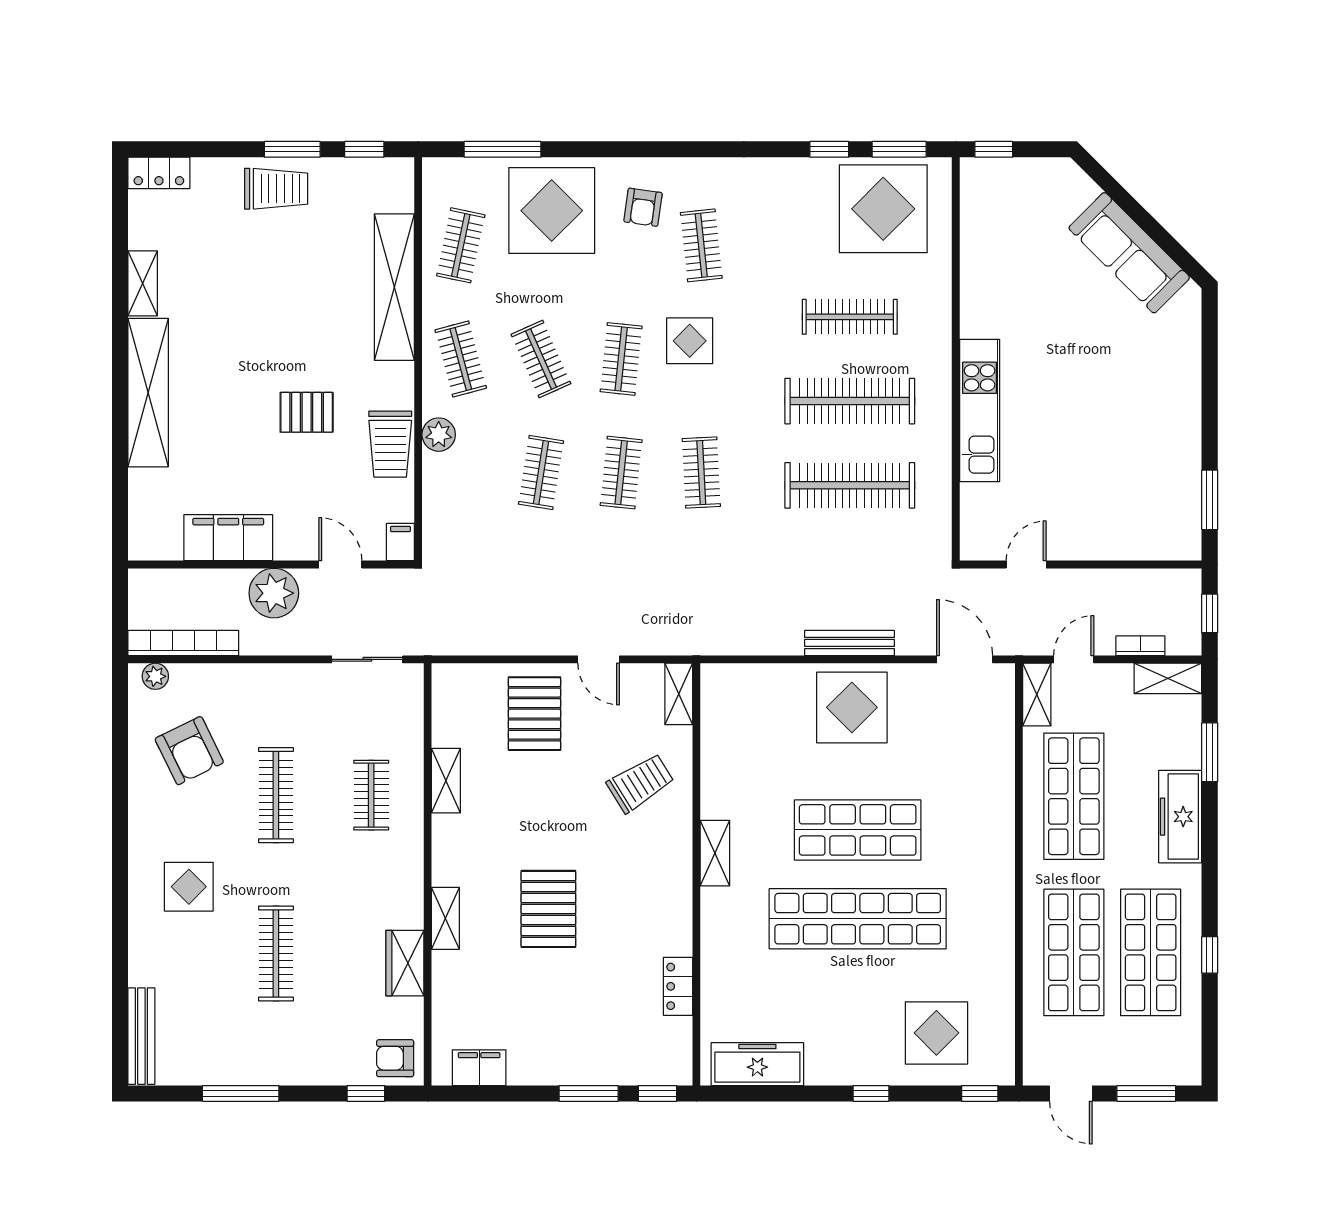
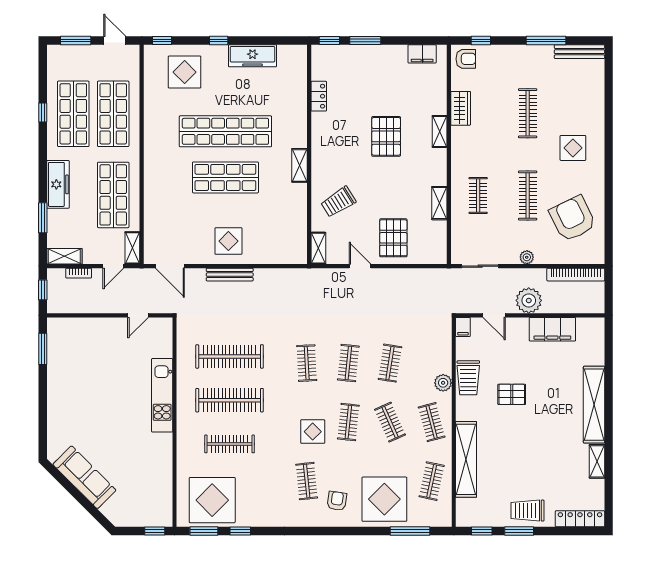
locker: (159, 173) -> (580, 519), width x1.53
trolley: (390, 444) -> (468, 378), turned 180
plant: (155, 676) -> (527, 257), moved
display table: (852, 707) -> (228, 241), width x0.73, depth x0.73
armchair: (189, 751) -> (573, 219), width x1.36, depth x1.36
bench: (141, 1036) -> (579, 52), moved, turned 90
freezer: (757, 1064) -> (253, 56), moved

